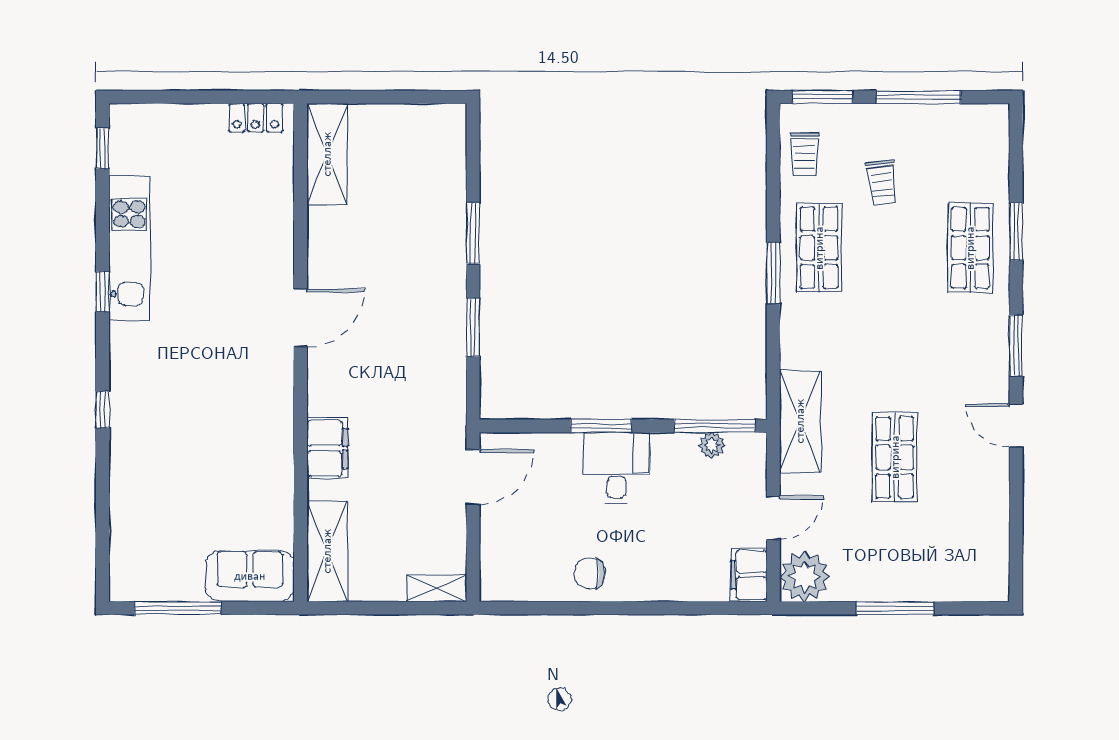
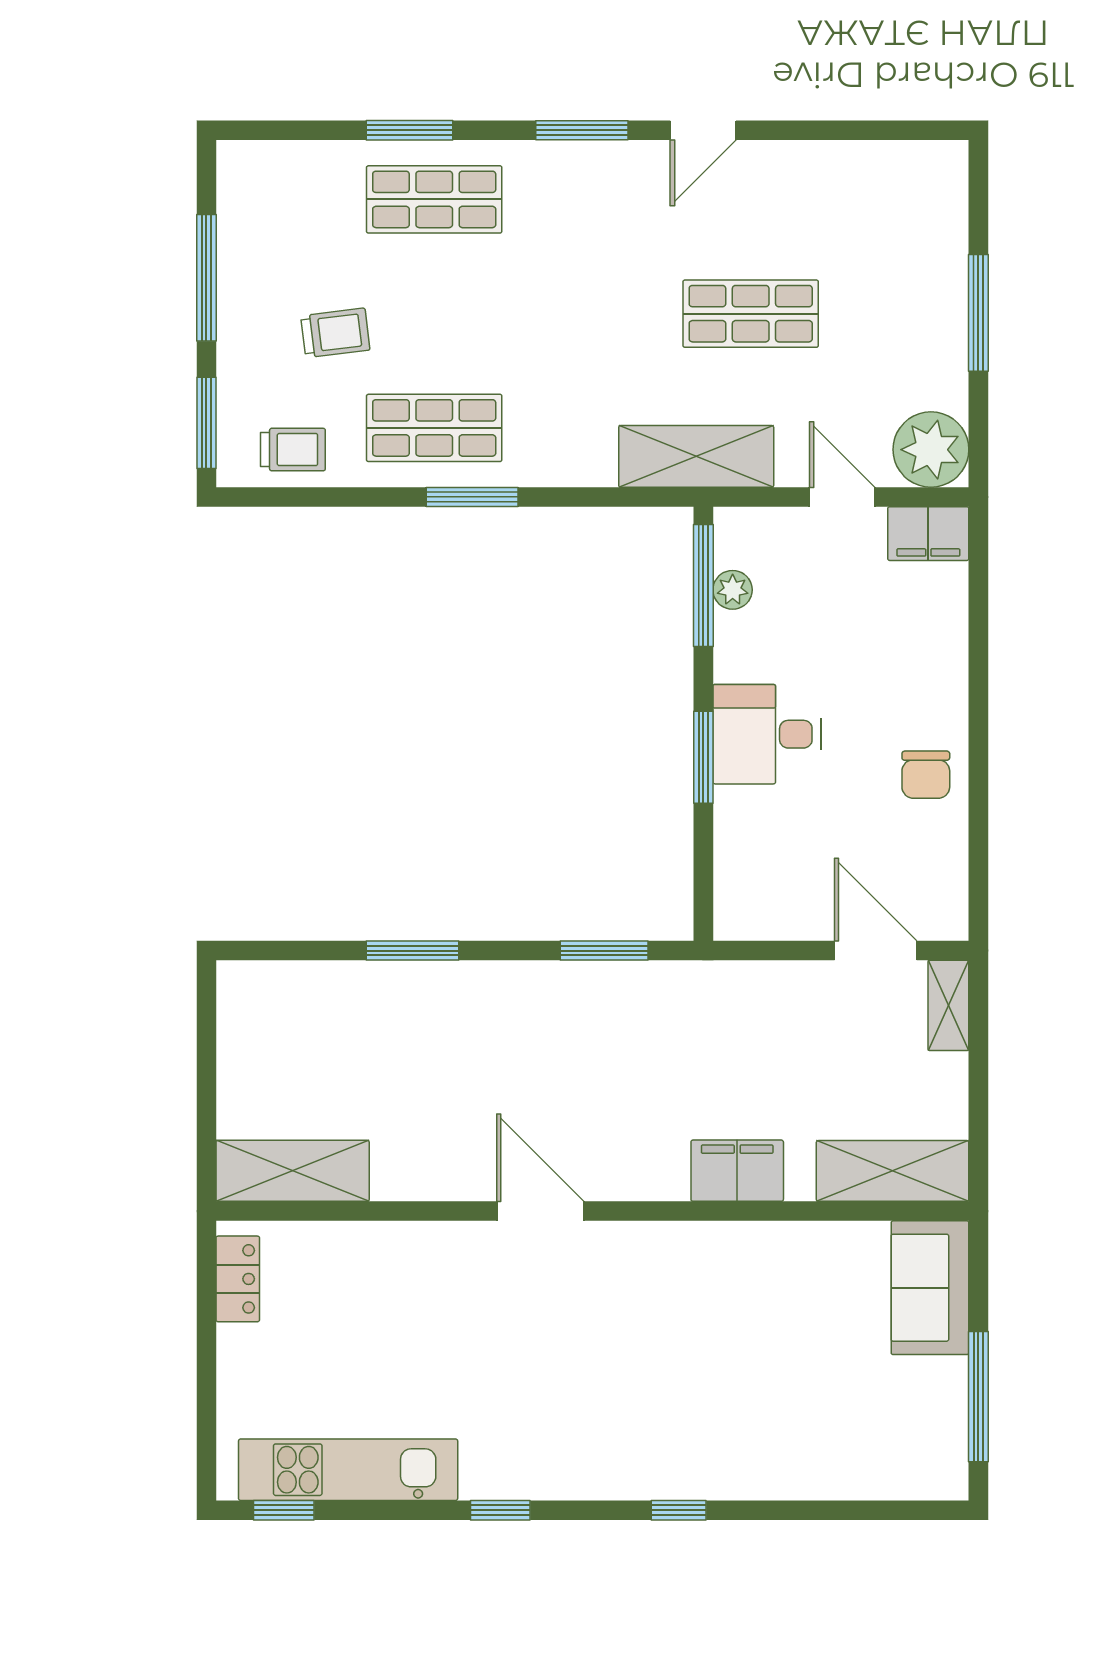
kitchen unit: (129, 248) -> (348, 1470), moved
window: (473, 327) -> (604, 951), moved
door: (473, 477) -> (876, 951), moved

